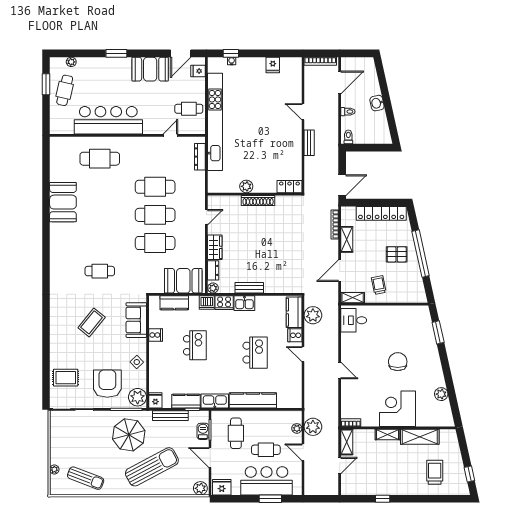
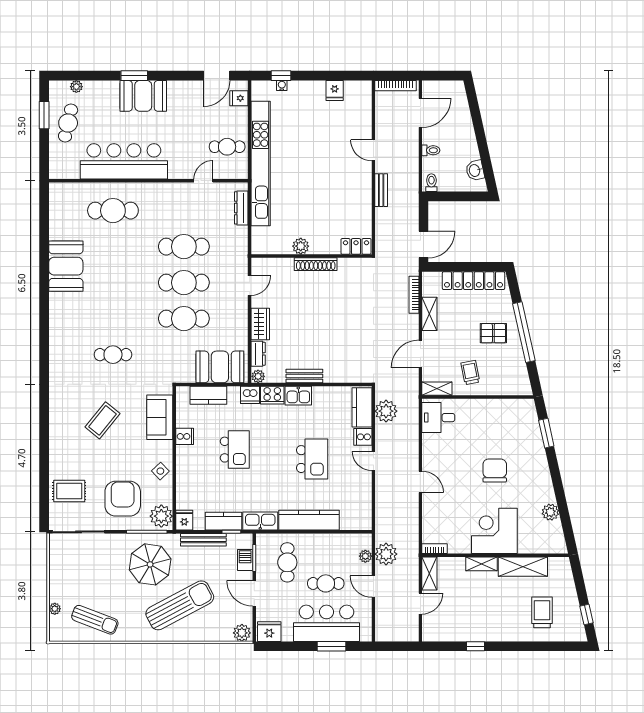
booth: (150, 69) -> (143, 96), moved
washbasin: (377, 103) -> (475, 170), moved

